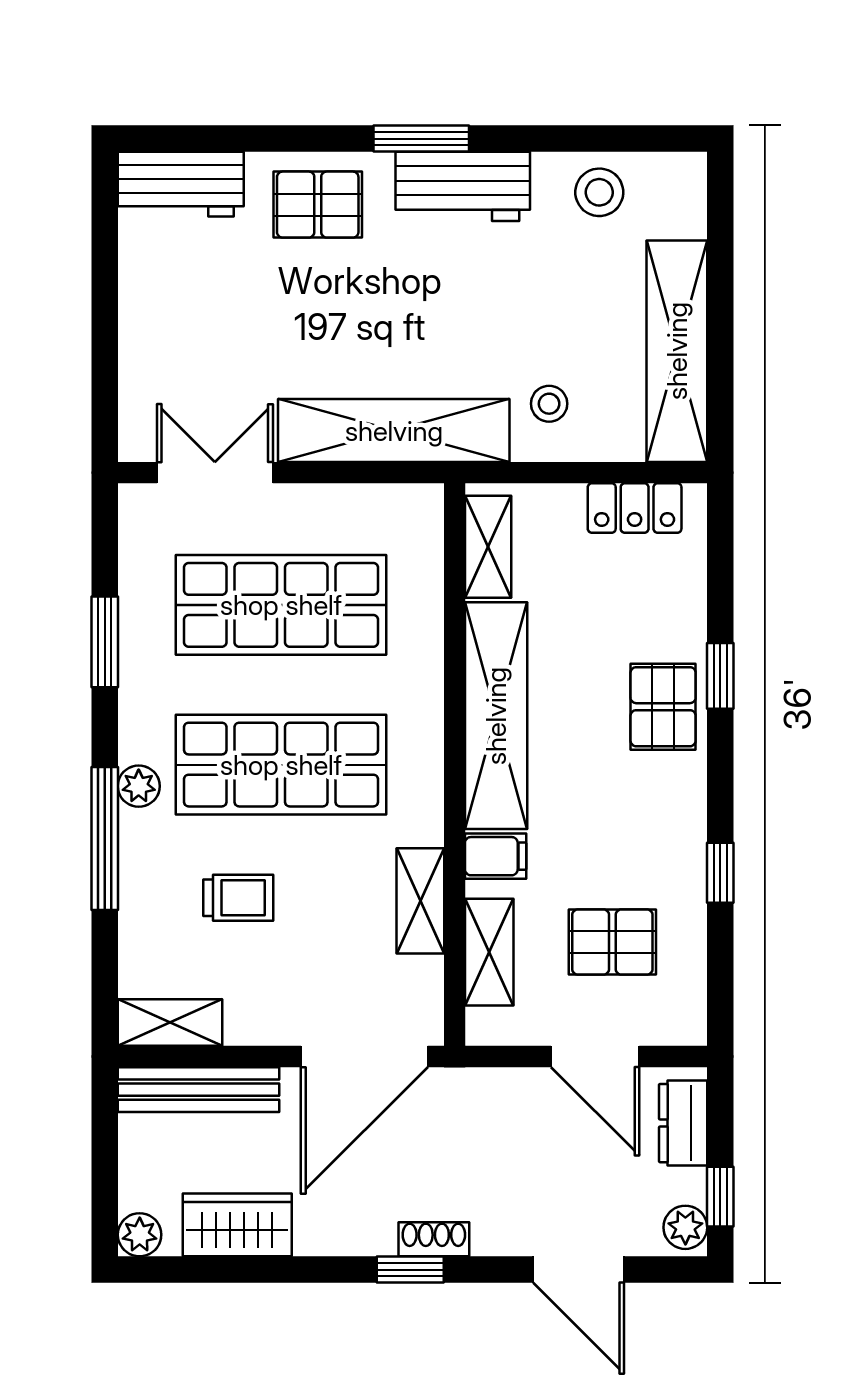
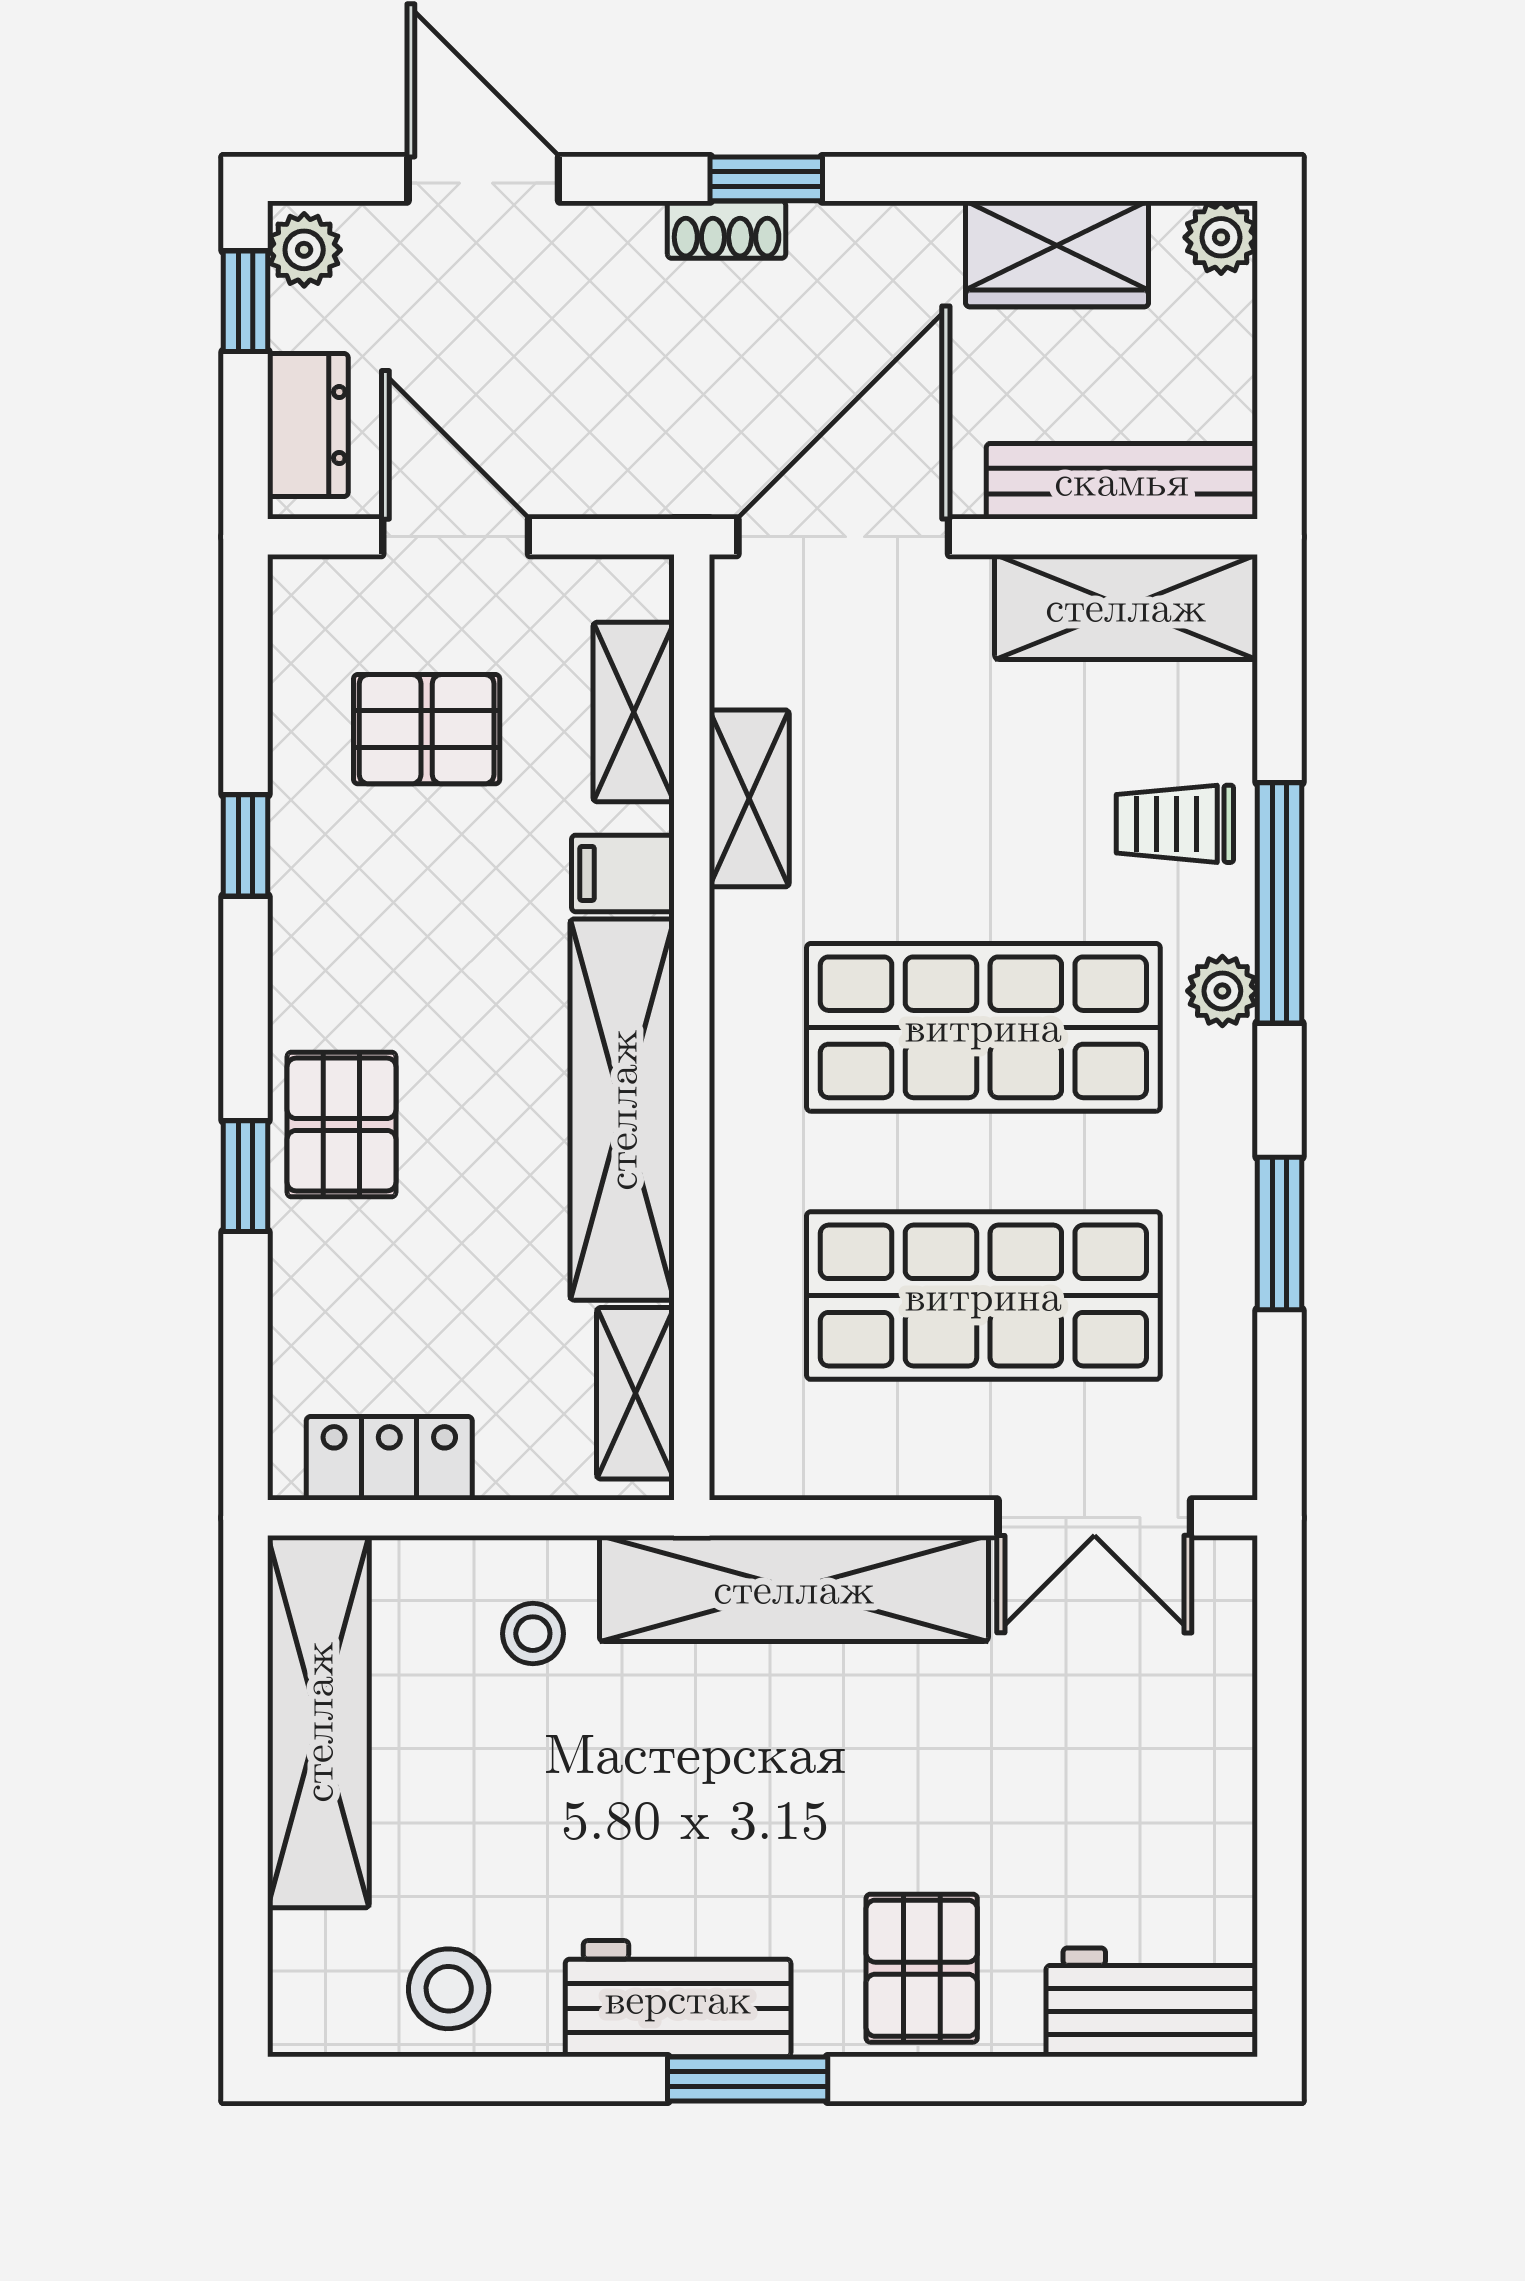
pallet: (318, 205) -> (922, 1968), turned 90
trolley: (238, 898) -> (1175, 824), moved
shelving: (170, 1023) -> (1126, 607), width x1.50, depth x1.33

